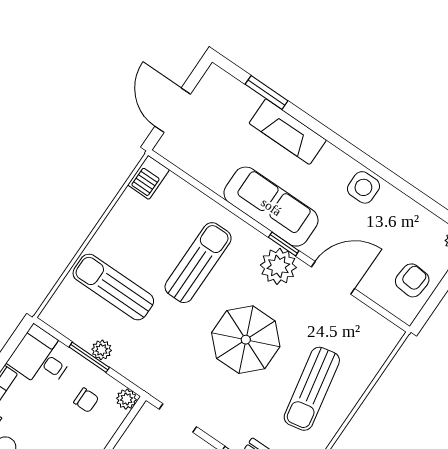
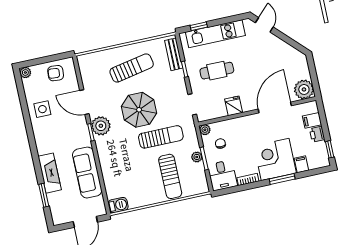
side table: (363, 187) -> (42, 109), moved
sofa: (271, 207) -> (87, 173), moved
sun lounger: (198, 263) -> (161, 137), moved, turned 180

